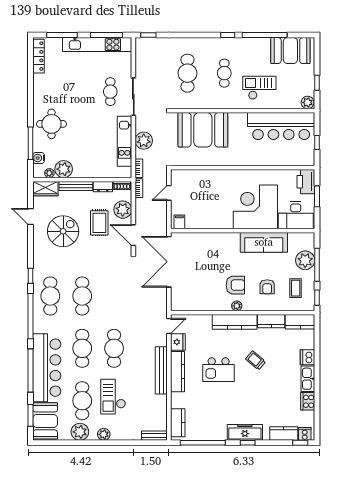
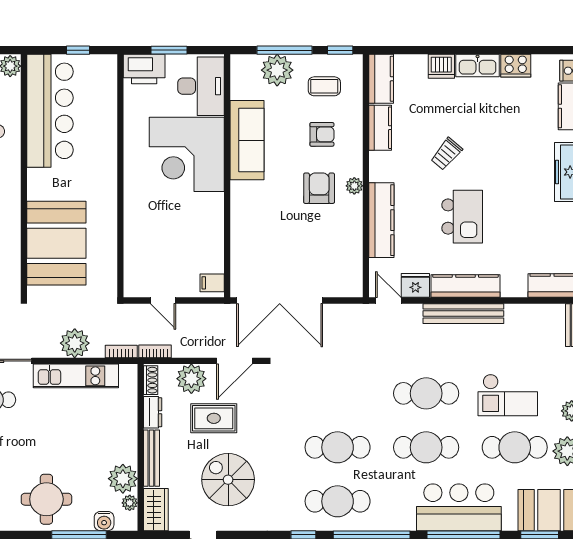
kitchen counter: (235, 322) -> (381, 220), moved
bar counter: (47, 368) -> (459, 507), width x0.73

